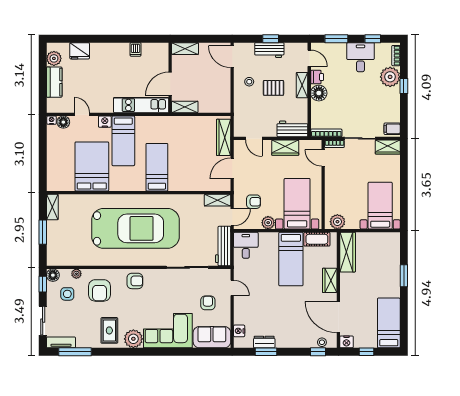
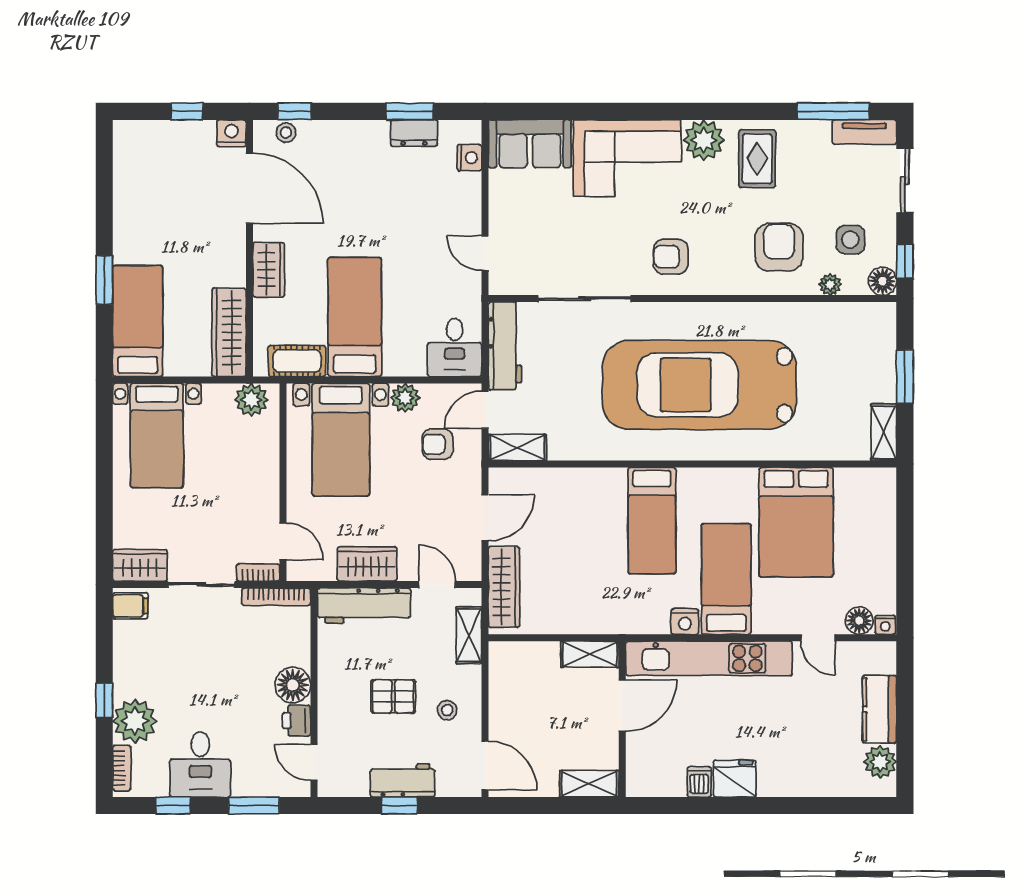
fridge: (80, 51) -> (735, 779), moved
shelving: (302, 85) -> (469, 635), moved
kitchen unit: (141, 105) -> (709, 658), width x1.36
nightstand: (105, 122) -> (685, 622), moved
workbench: (292, 129) -> (364, 605), width x1.38
armchair: (135, 281) -> (671, 257), moved
armchair: (208, 303) -> (539, 220), removed
bed: (389, 323) -> (138, 321), moved, turned 180

